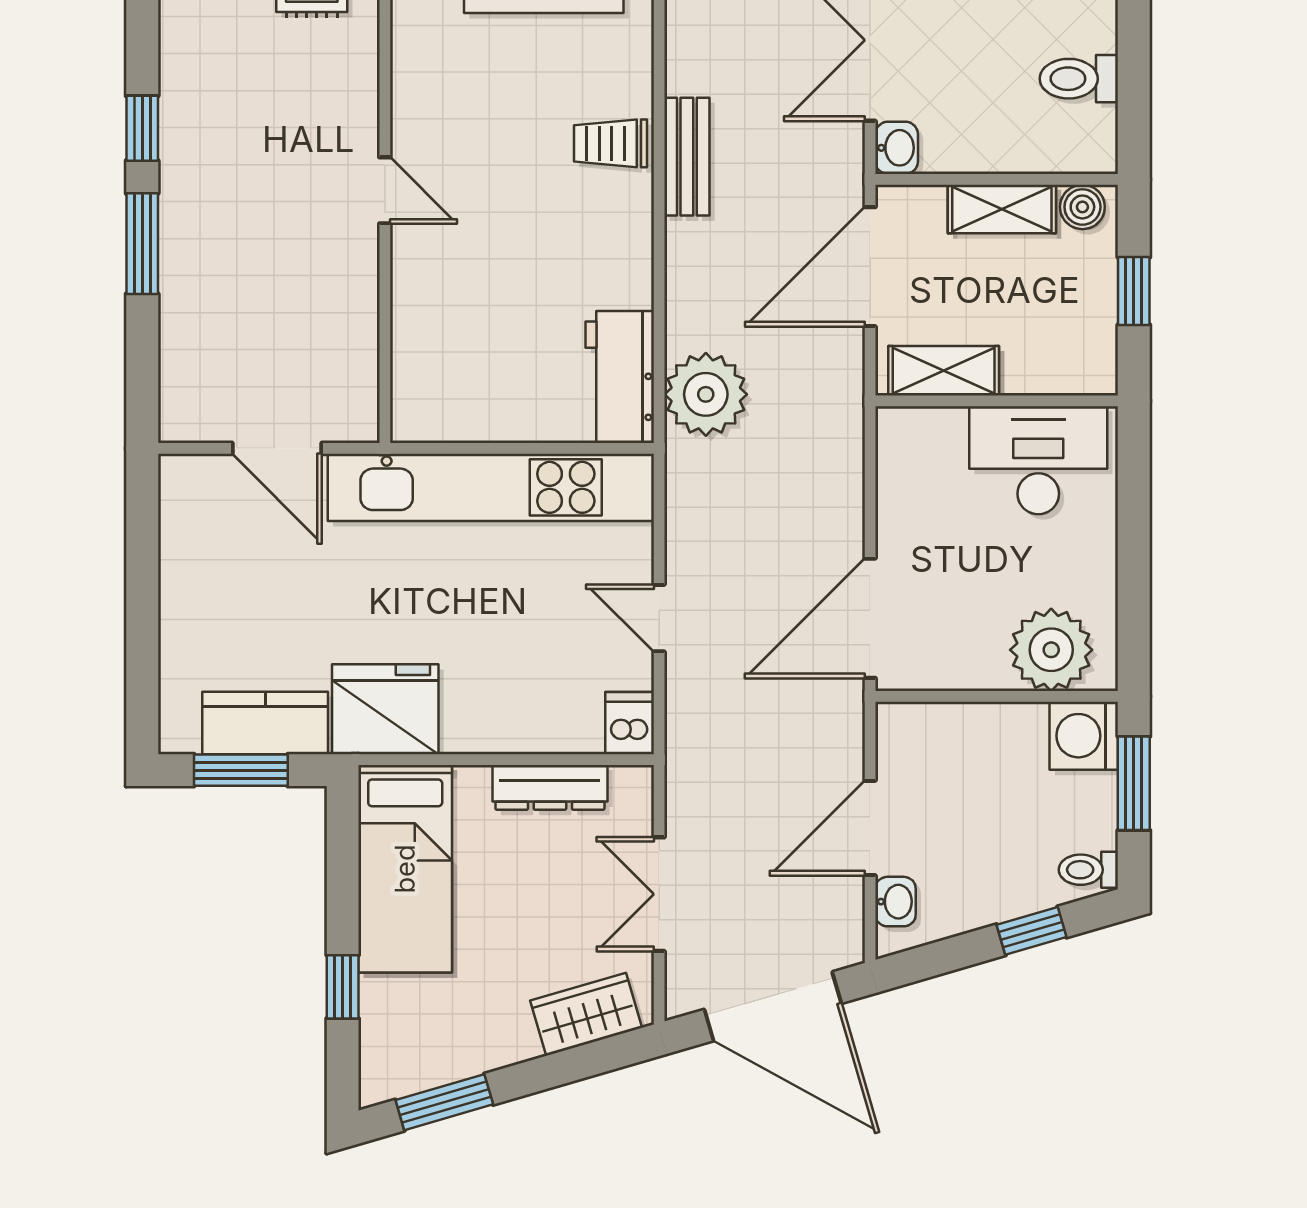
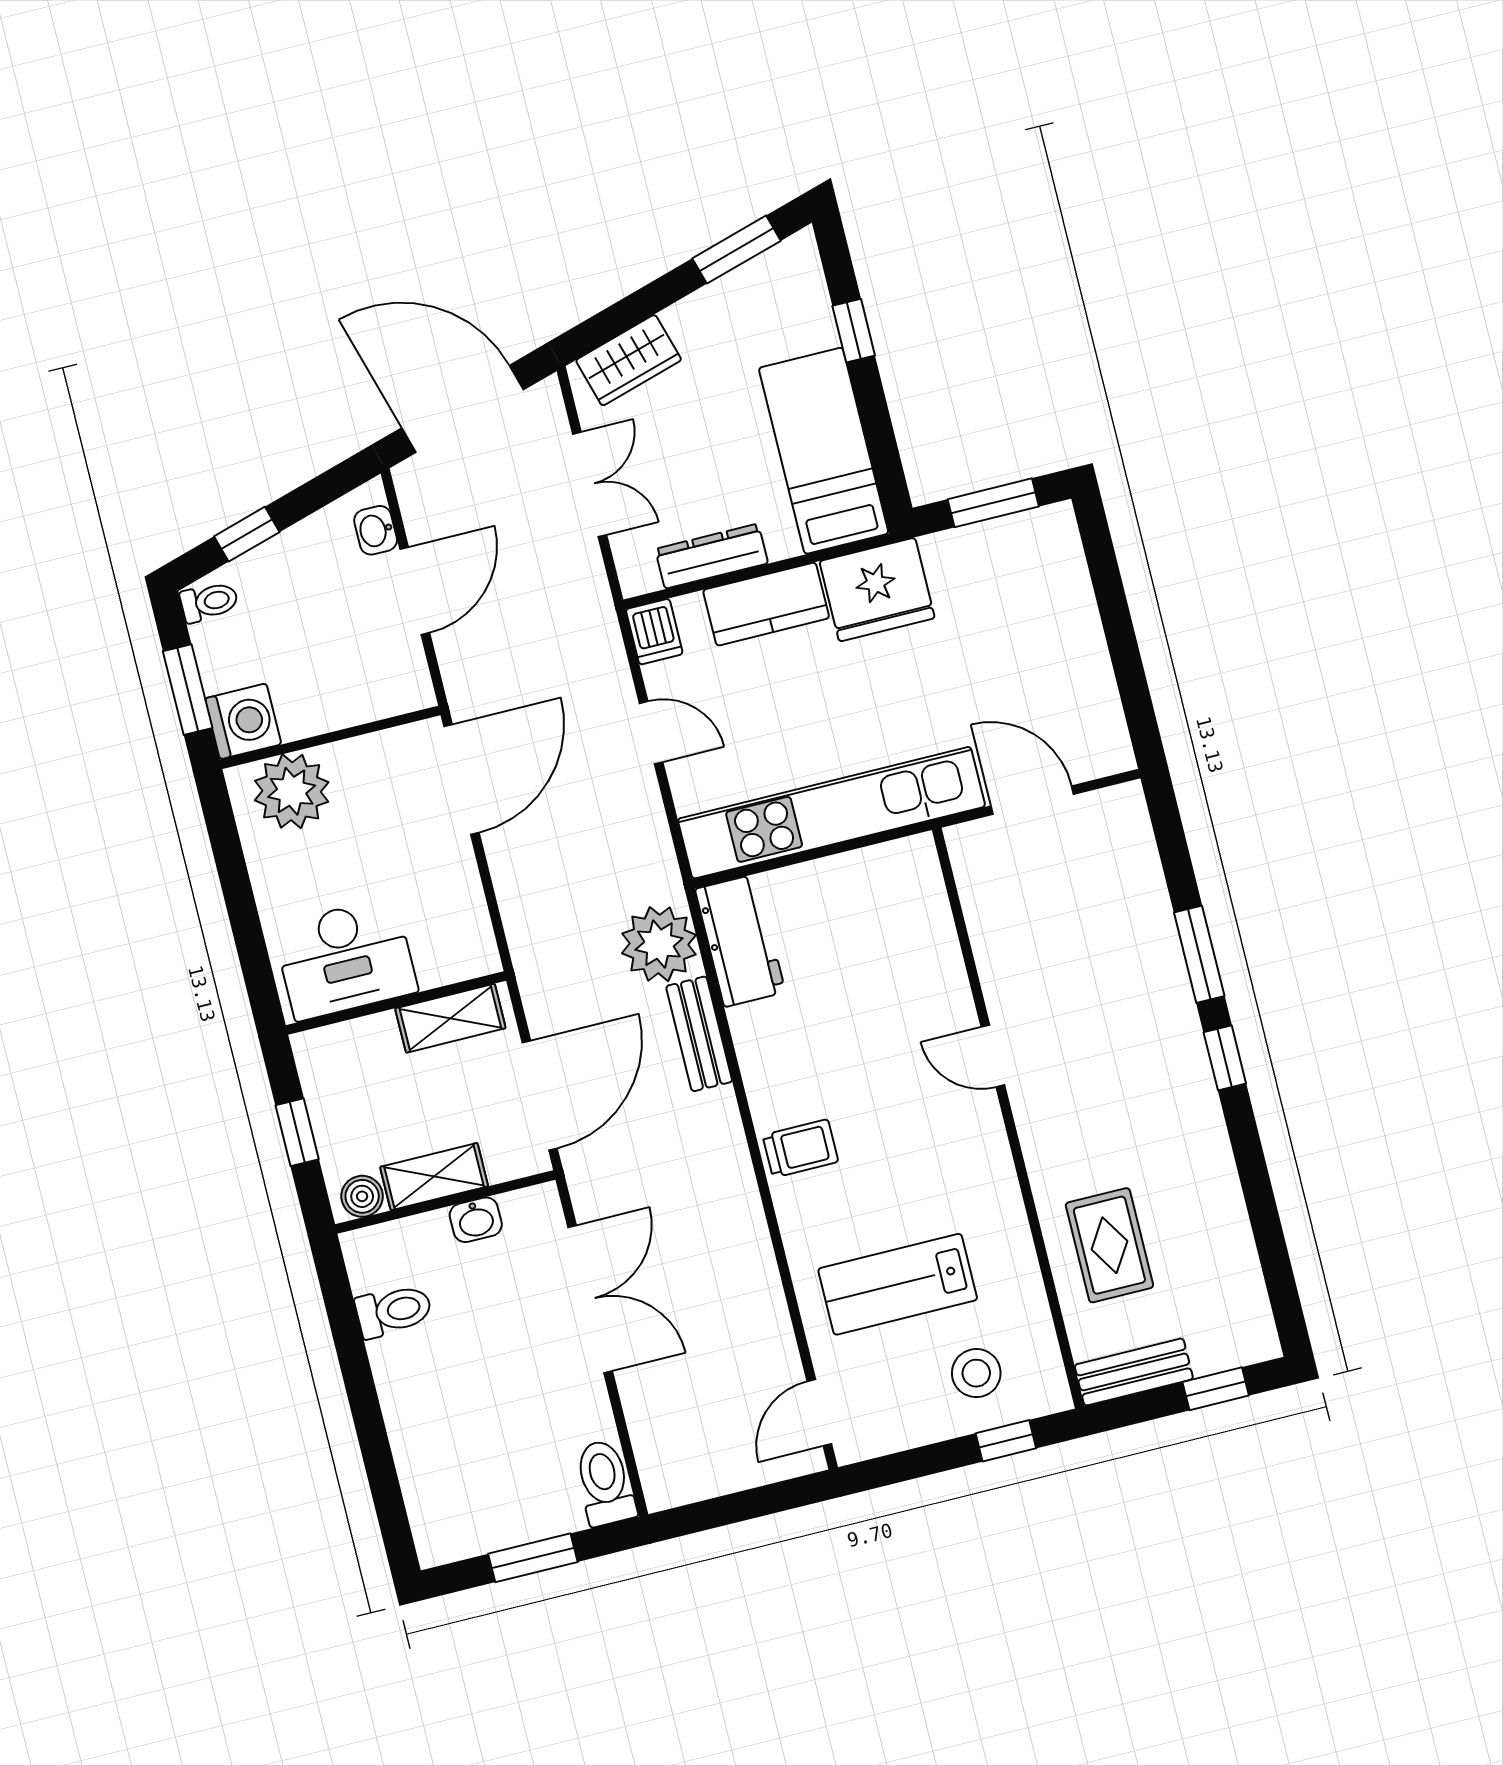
washbasin: (897, 148) -> (476, 1220), moved, turned -90
bench: (687, 157) -> (699, 1034), moved
kitchen counter: (265, 723) -> (766, 604), moved

